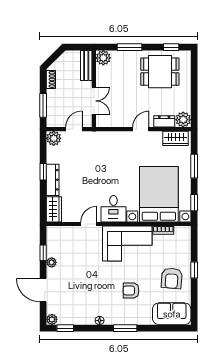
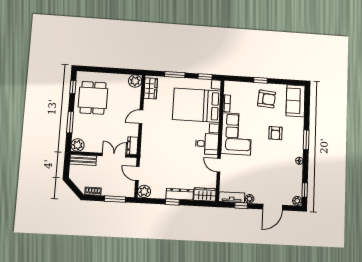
dresser: (164, 121) -> (132, 146), moved
door: (141, 129) -> (141, 117), hinge flipped
tv unit: (52, 241) -> (232, 197), added

